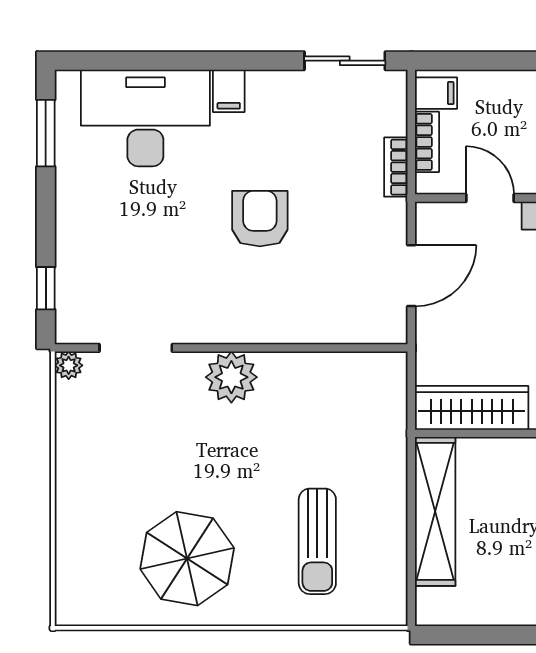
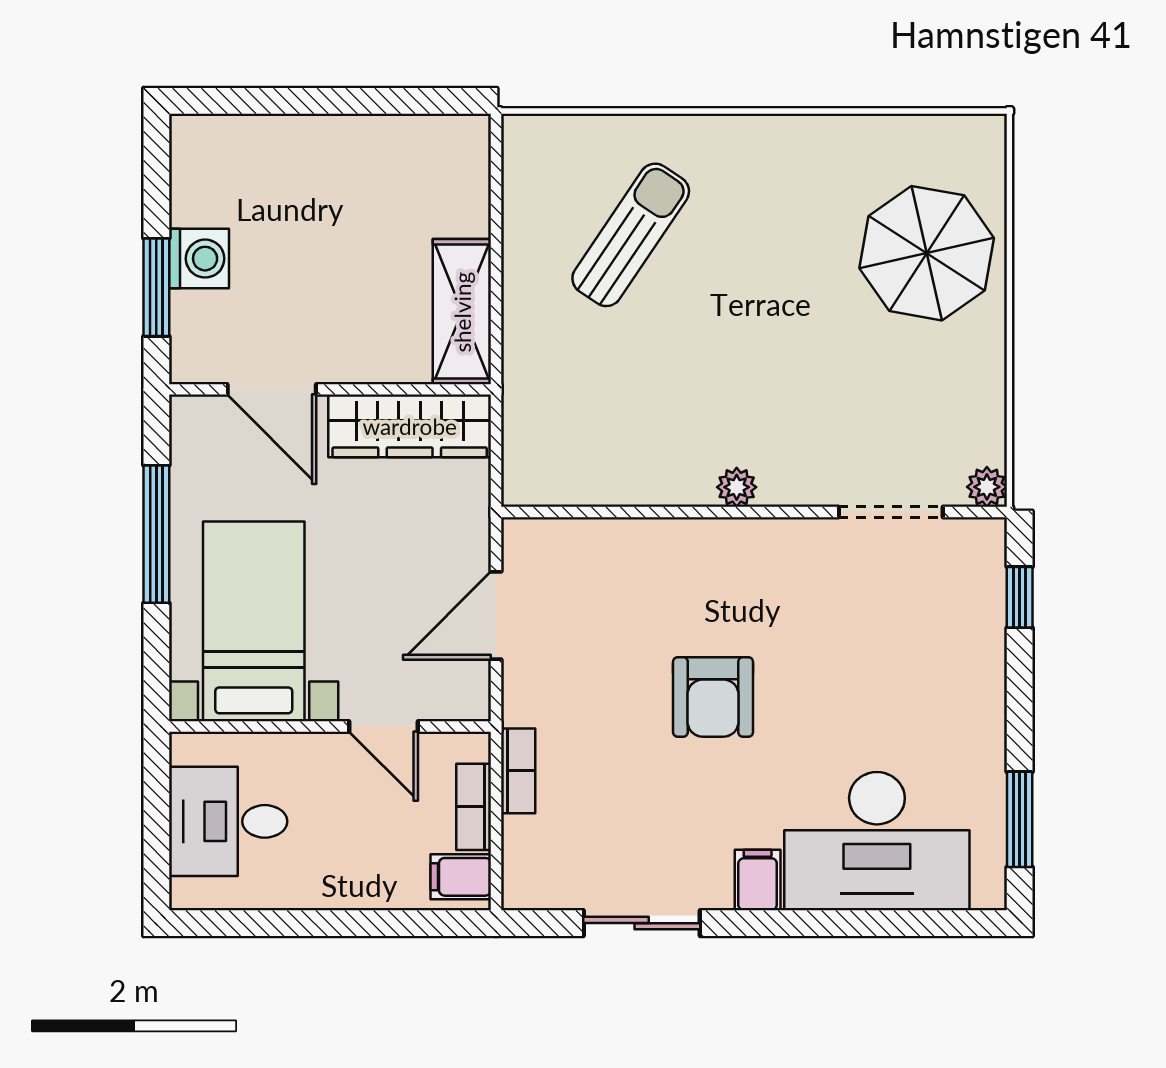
sliding door: (345, 61) -> (642, 923), moved
plant: (231, 377) -> (737, 487), width x0.53, depth x0.53
shelving: (435, 511) -> (462, 312), width x0.68
sun lounger: (317, 541) -> (631, 235), turned 34
parasol: (187, 559) -> (927, 253), moved

